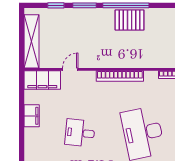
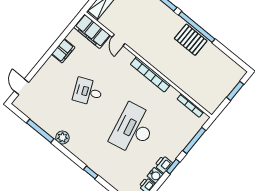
door: (70, 69) -> (119, 40), swing flipped
desk: (80, 133) -> (88, 92), turned -30

